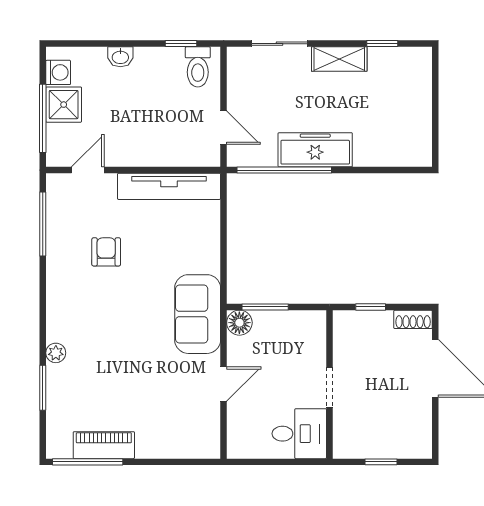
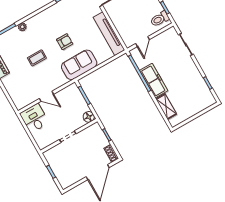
shelving: (339, 59) -> (166, 107), moved
armchair: (106, 252) -> (65, 42), moved
sofa: (198, 314) -> (79, 65), moved
floor lamp: (239, 323) -> (89, 117), moved
coffee table: (135, 359) -> (37, 58), added
desk: (299, 434) -> (34, 118), moved, turned 180

